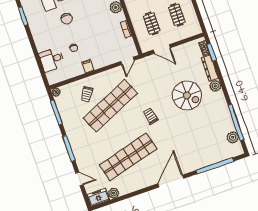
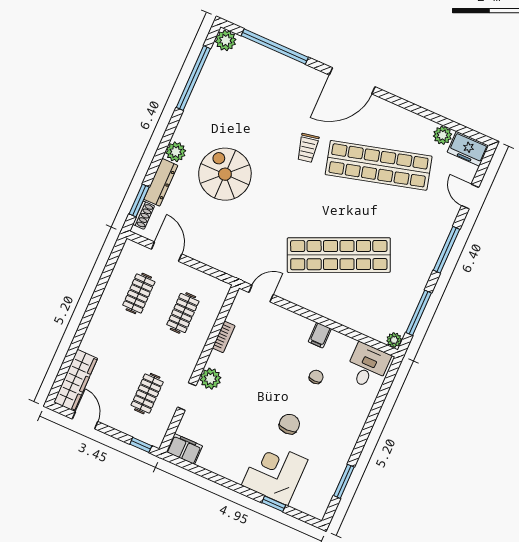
door: (162, 49) -> (167, 252), moved
desk: (52, 60) -> (368, 366), moved, turned -90
trolley: (87, 94) -> (356, 299), removed
trolley: (151, 116) -> (308, 148), moved
plant: (233, 137) -> (226, 40), moved

